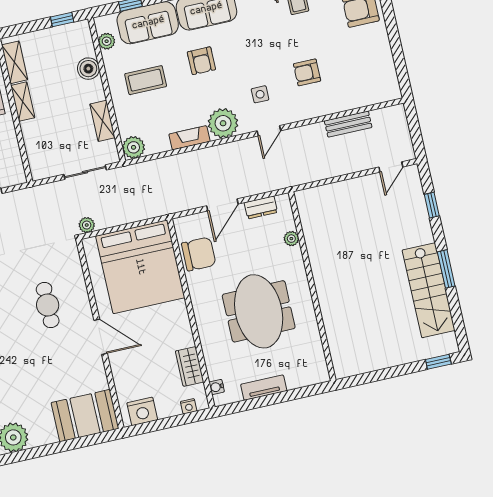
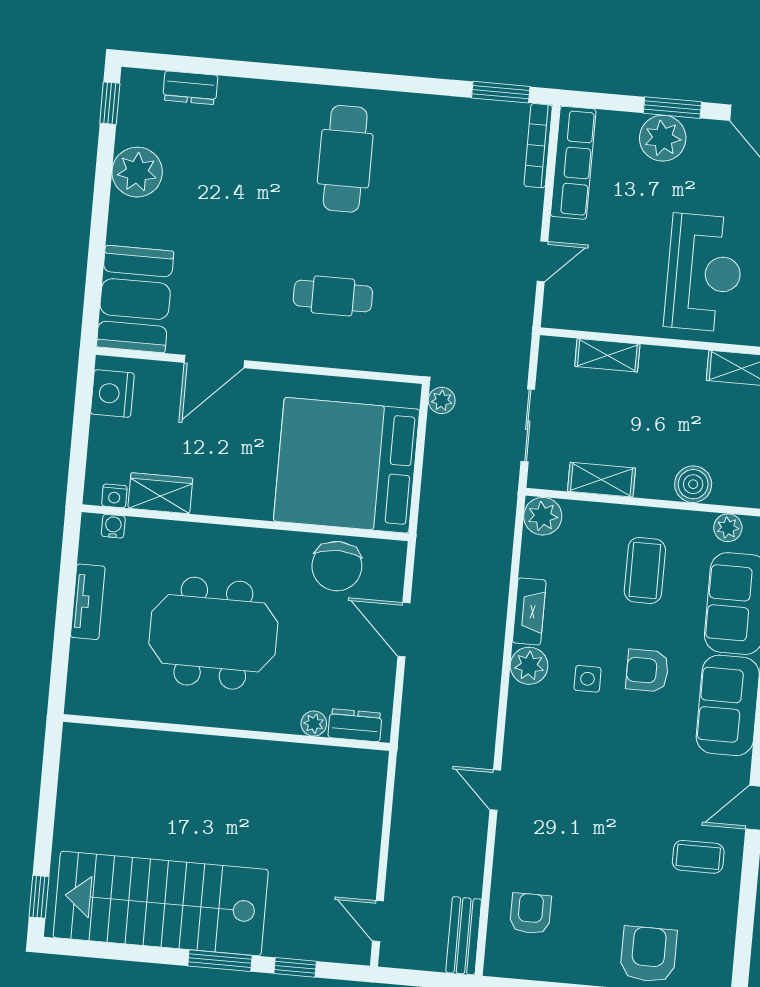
armchair: (307, 72) -> (530, 913), moved
side table: (260, 94) -> (588, 679), moved
shelving: (23, 102) -> (607, 355), moved
plant: (223, 123) -> (529, 666), width x0.73, depth x0.73
bench: (348, 124) -> (464, 936), moved
door: (269, 131) -> (495, 790), moved
dresser: (261, 207) -> (355, 725), moved, turned 90
window: (446, 269) -> (220, 961), moved
stairs: (429, 290) -> (161, 903), width x1.36, depth x1.51
door: (101, 337) -> (214, 362), moved
nightstand: (189, 406) -> (114, 496), moved, turned -90

